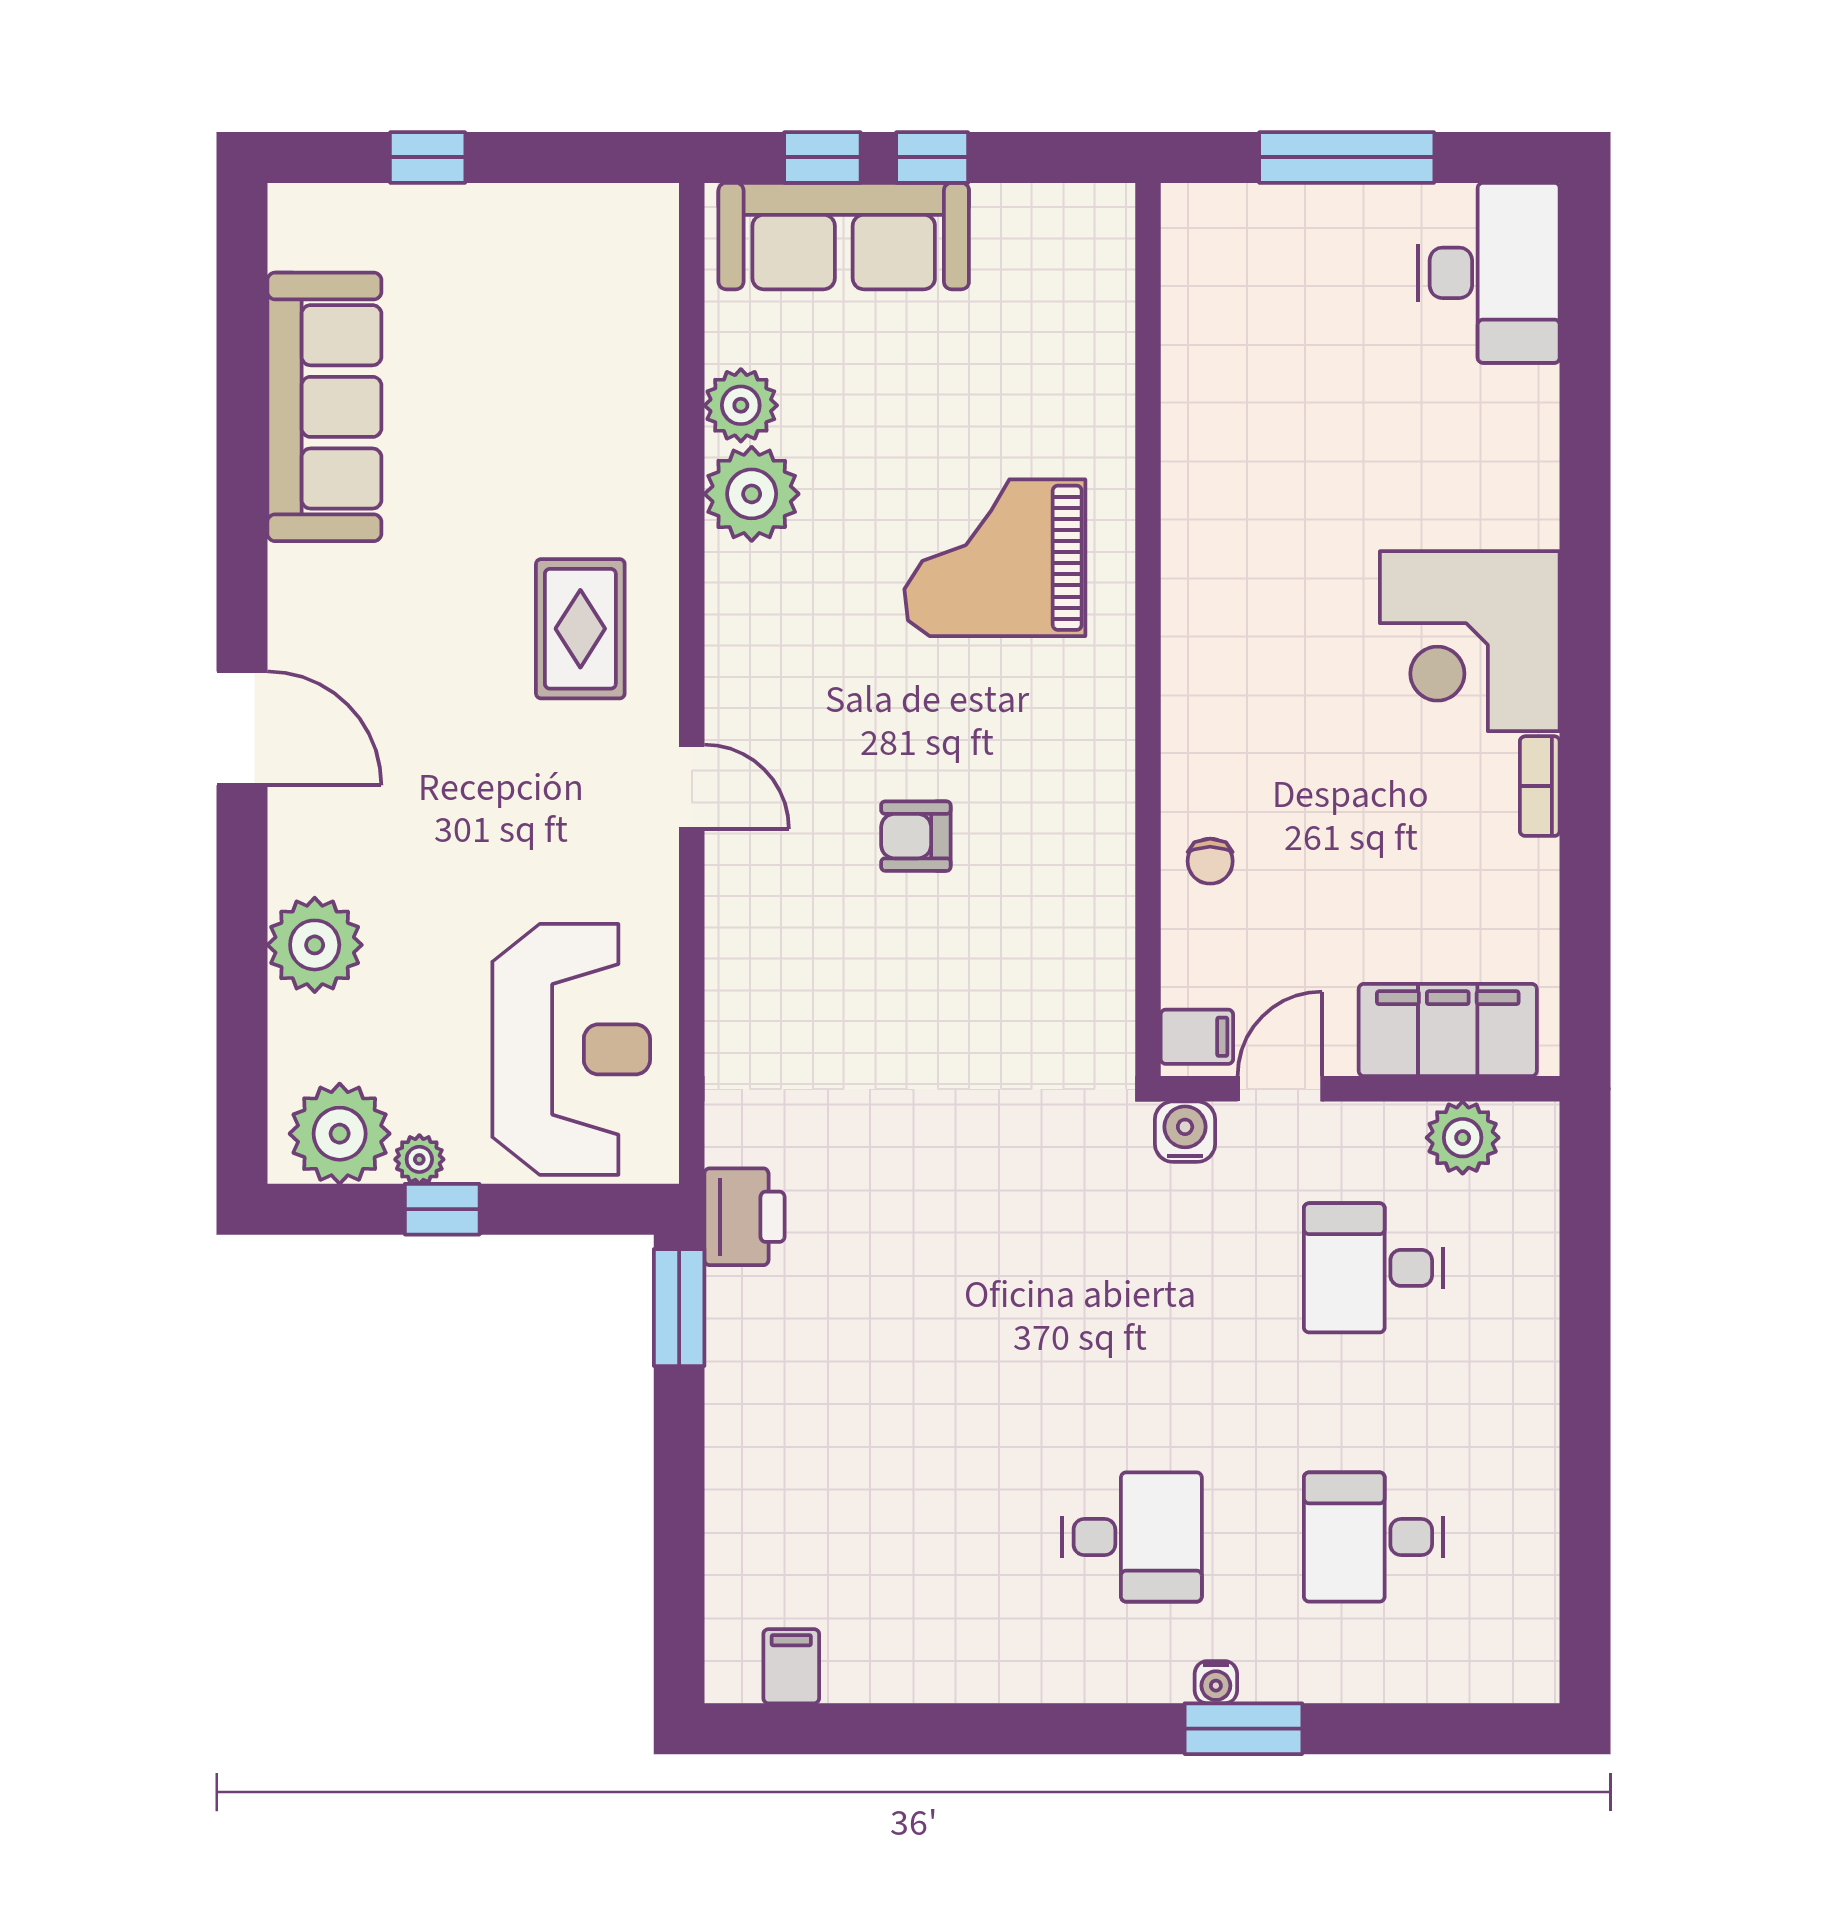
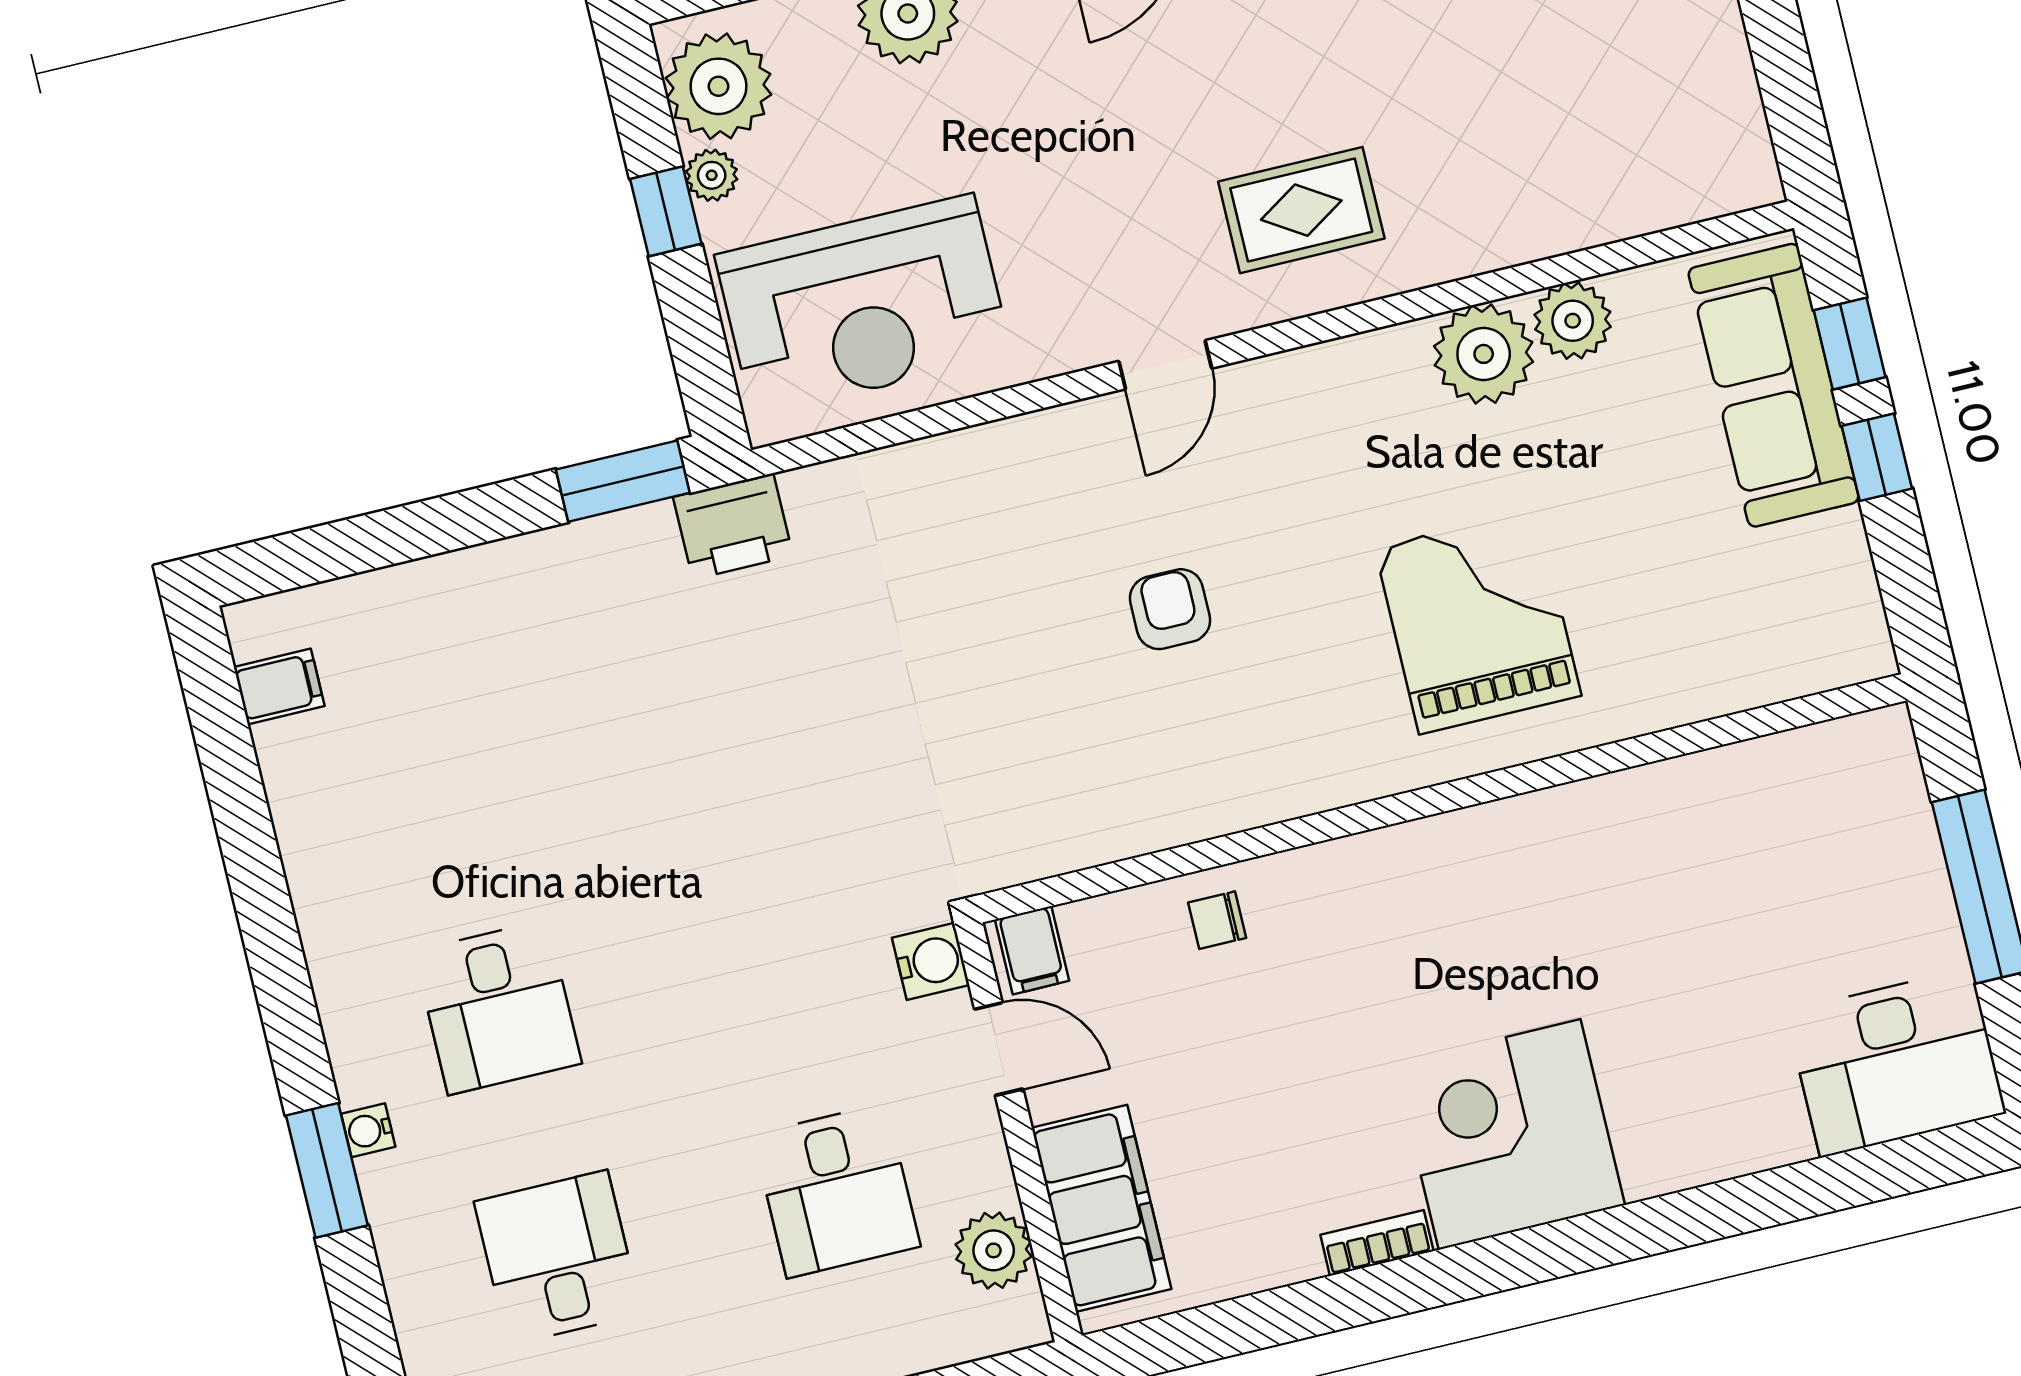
desk: (1374, 1268) -> (837, 1191), turned 180

